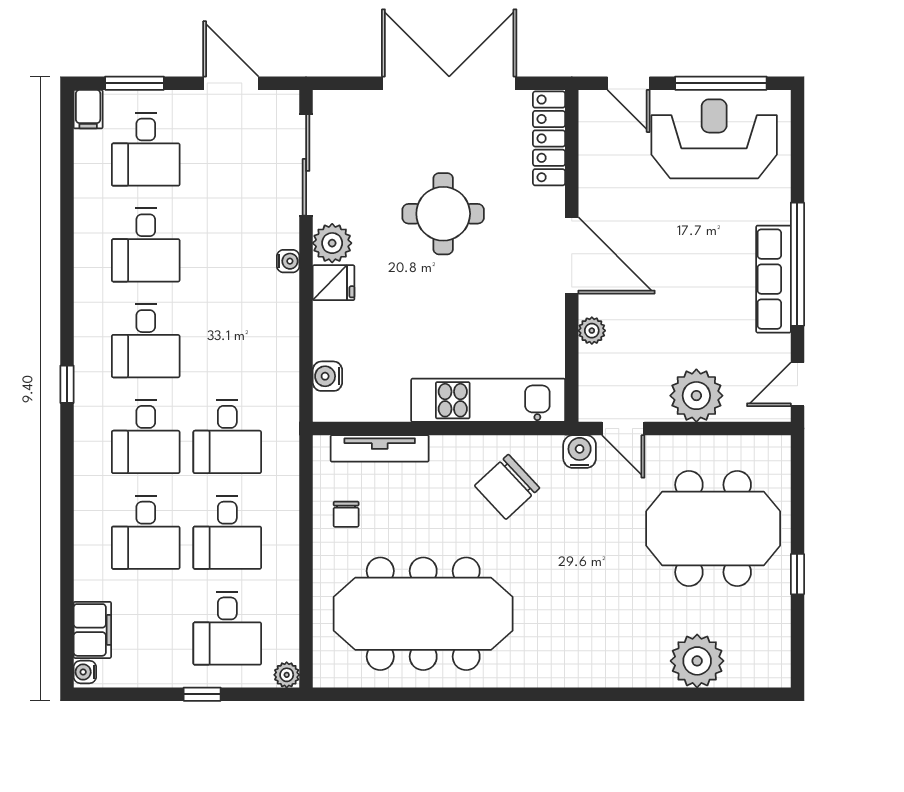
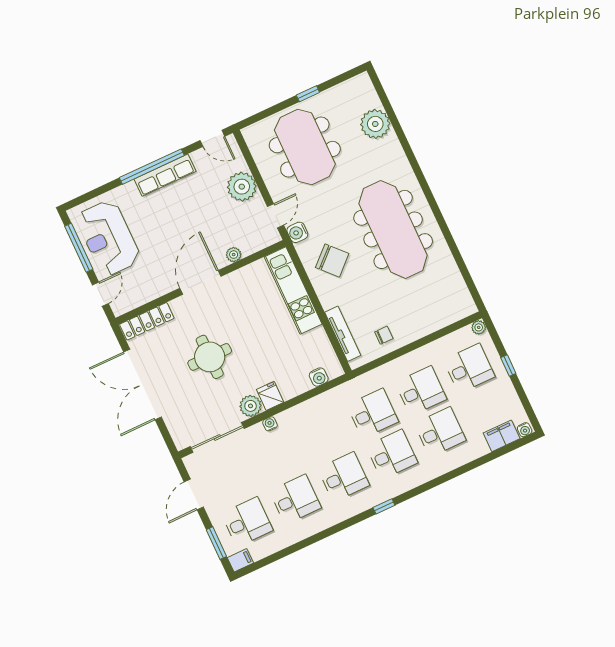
meeting table: (423, 614) -> (393, 229), moved

